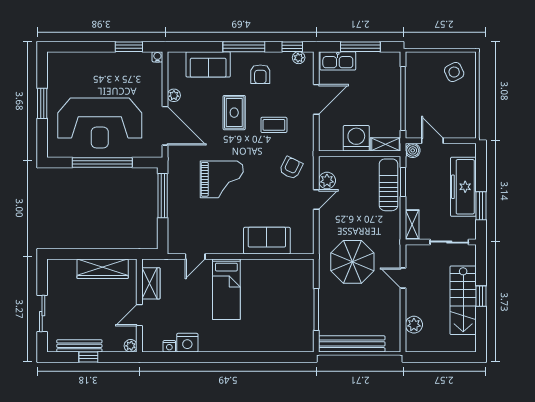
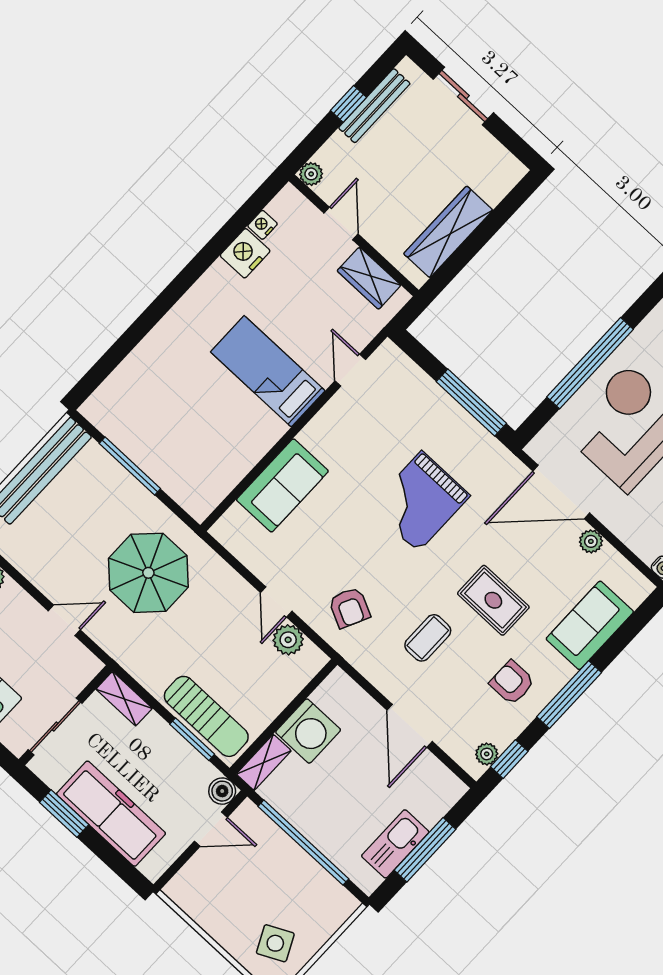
kitchen sink: (338, 61) -> (395, 844), moved

